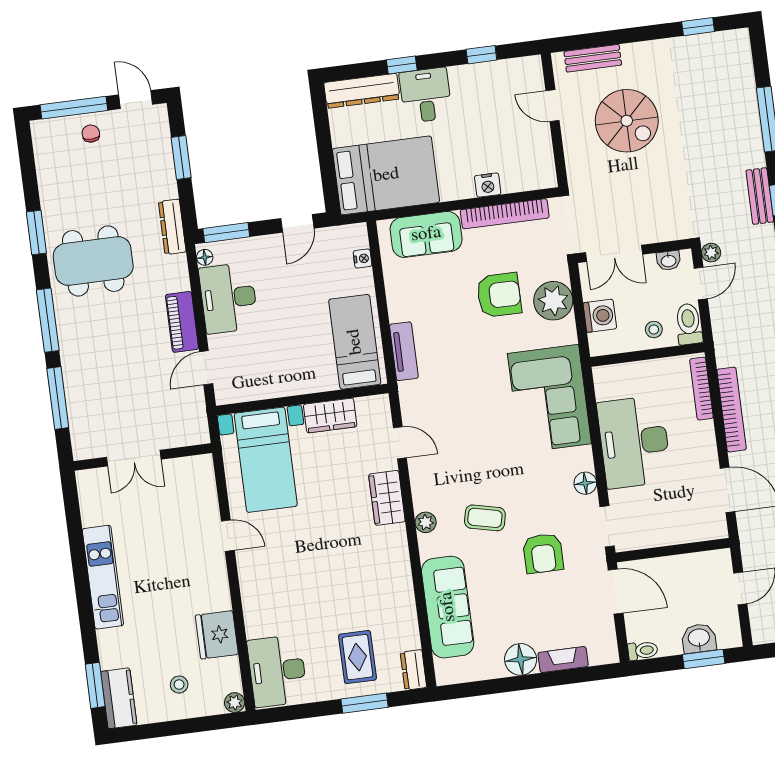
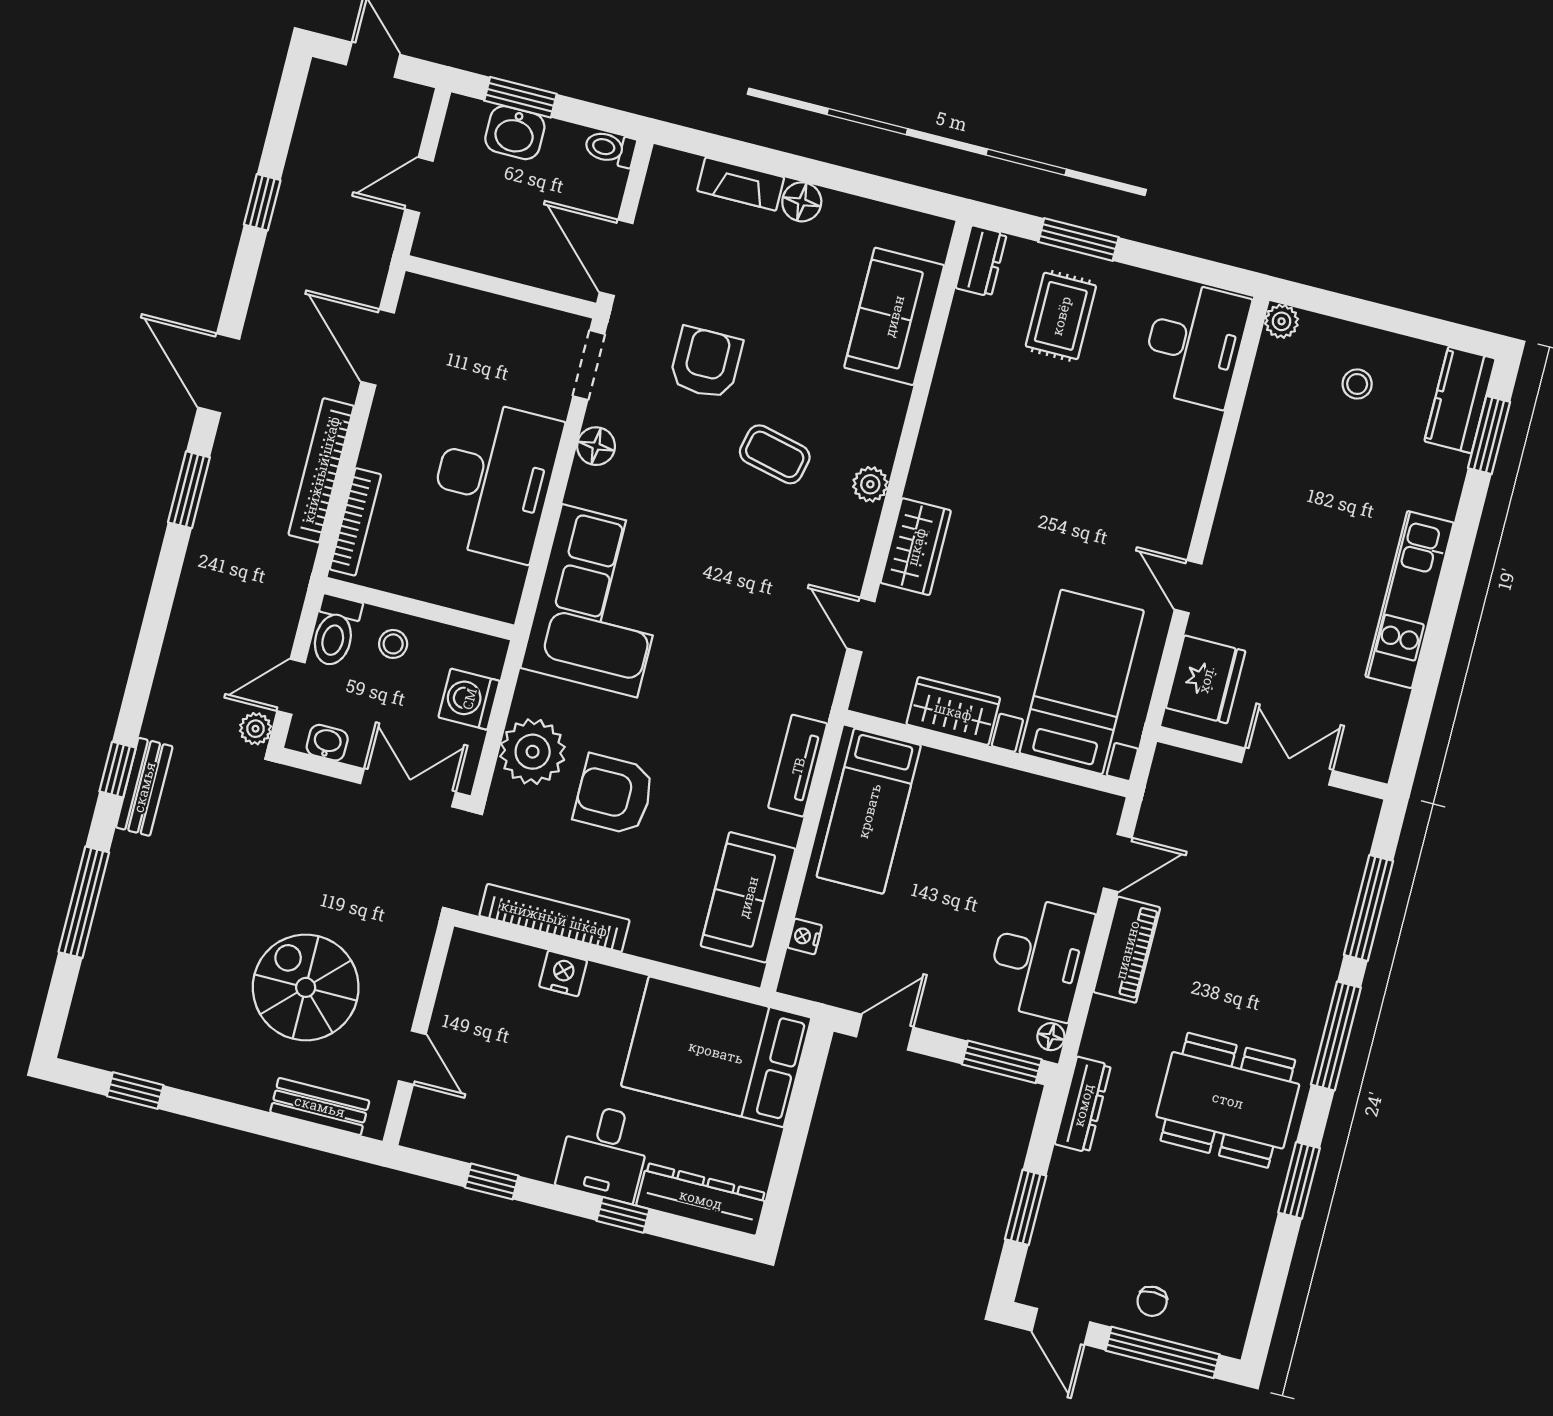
sofa: (426, 234) -> (748, 897), moved, turned -90
sofa: (448, 607) -> (894, 316), width x0.73
fridge: (217, 635) -> (1206, 679), moved
floor lamp: (521, 659) -> (802, 202), width x0.73, depth x0.73

